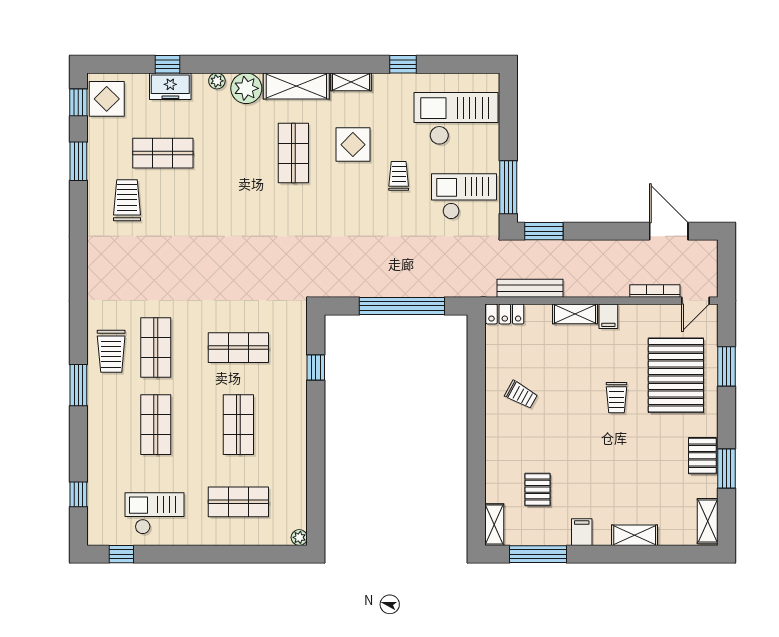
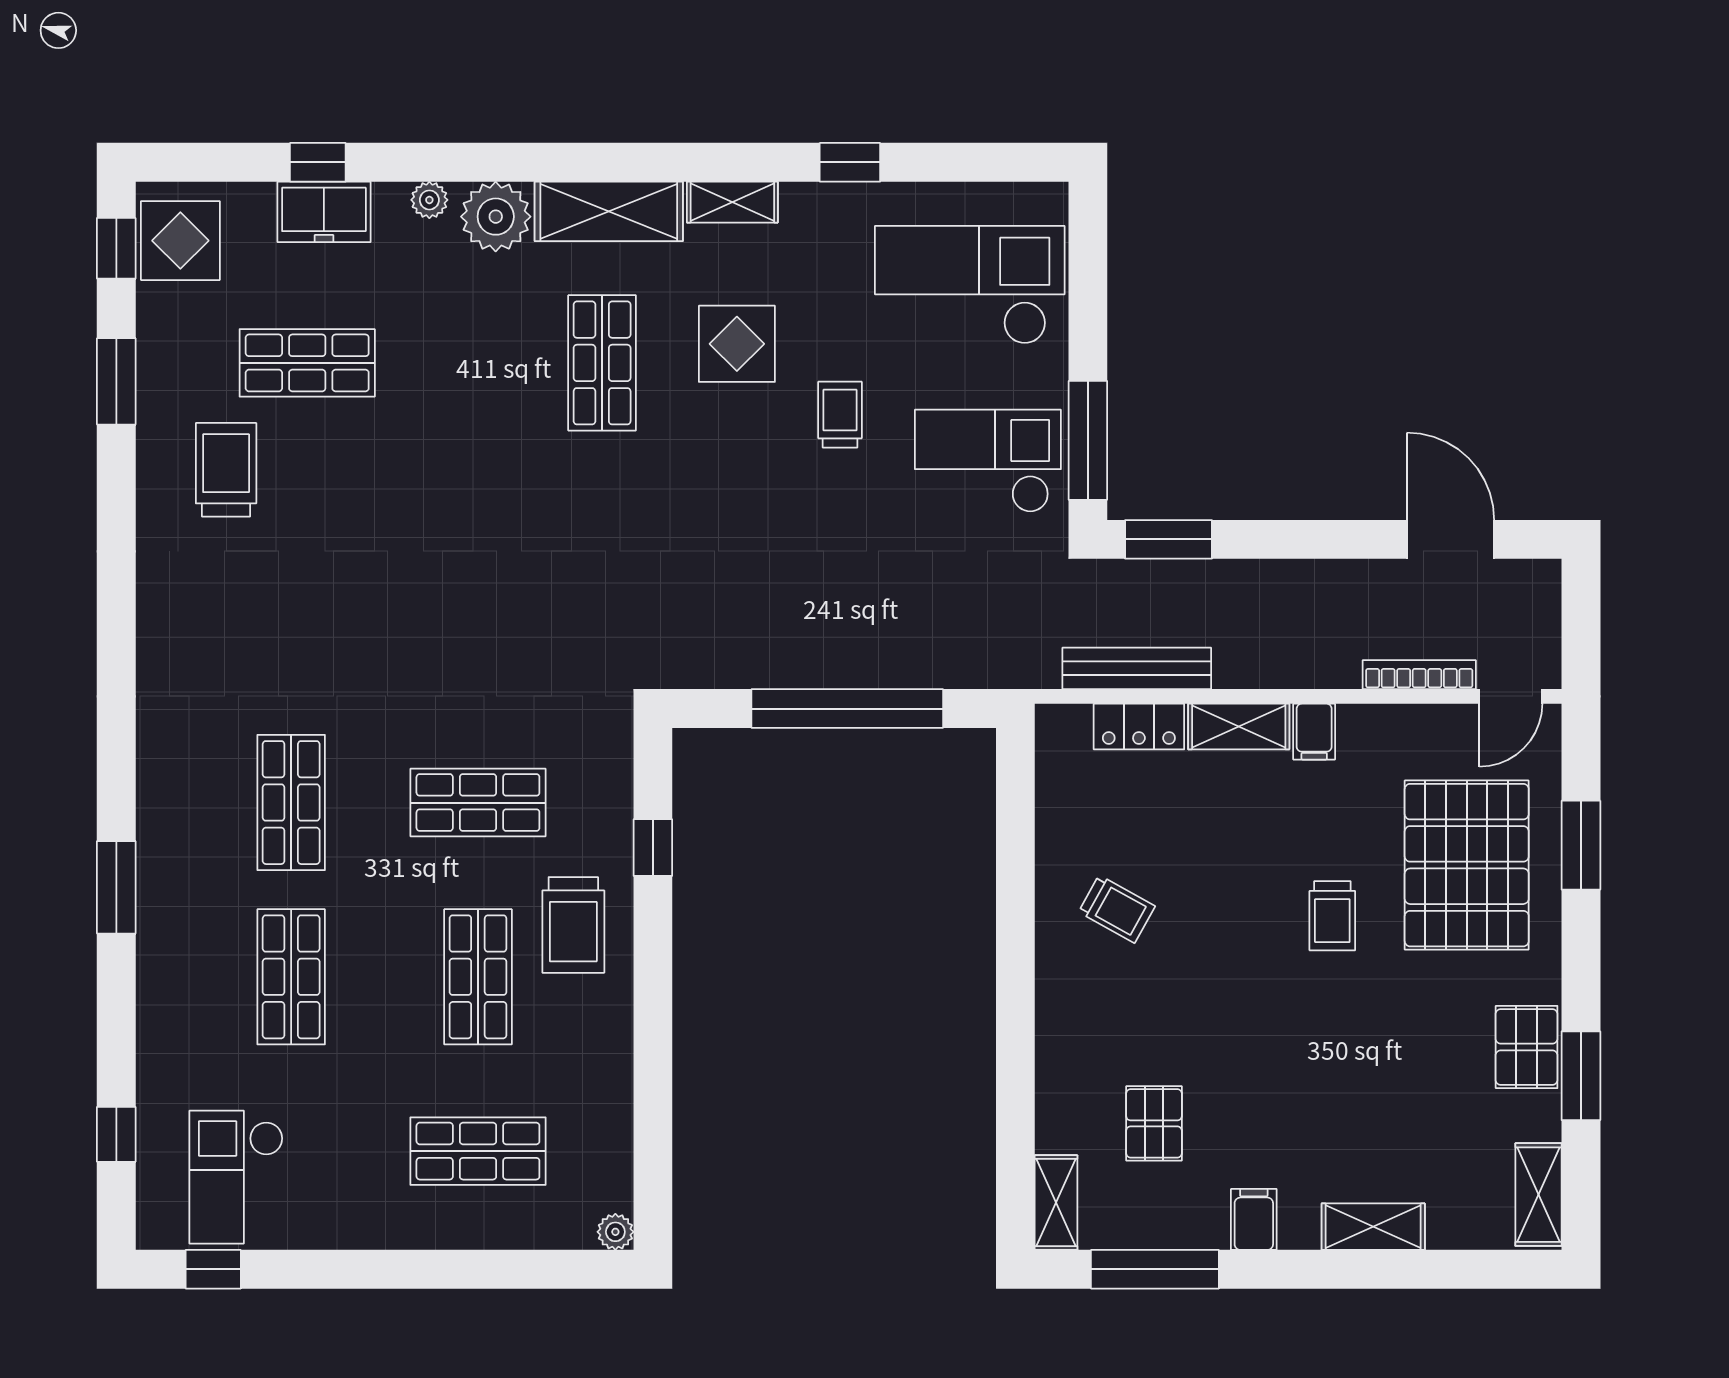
locker: (505, 314) -> (1139, 727), moved
trolley: (111, 351) -> (573, 925), moved
checkout: (154, 513) -> (236, 1177), moved, turned -90

